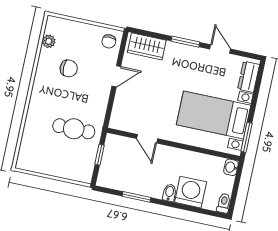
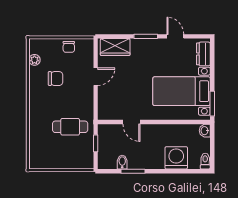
chair: (109, 41) -> (69, 47), moved
bidet: (169, 193) -> (122, 162), moved

